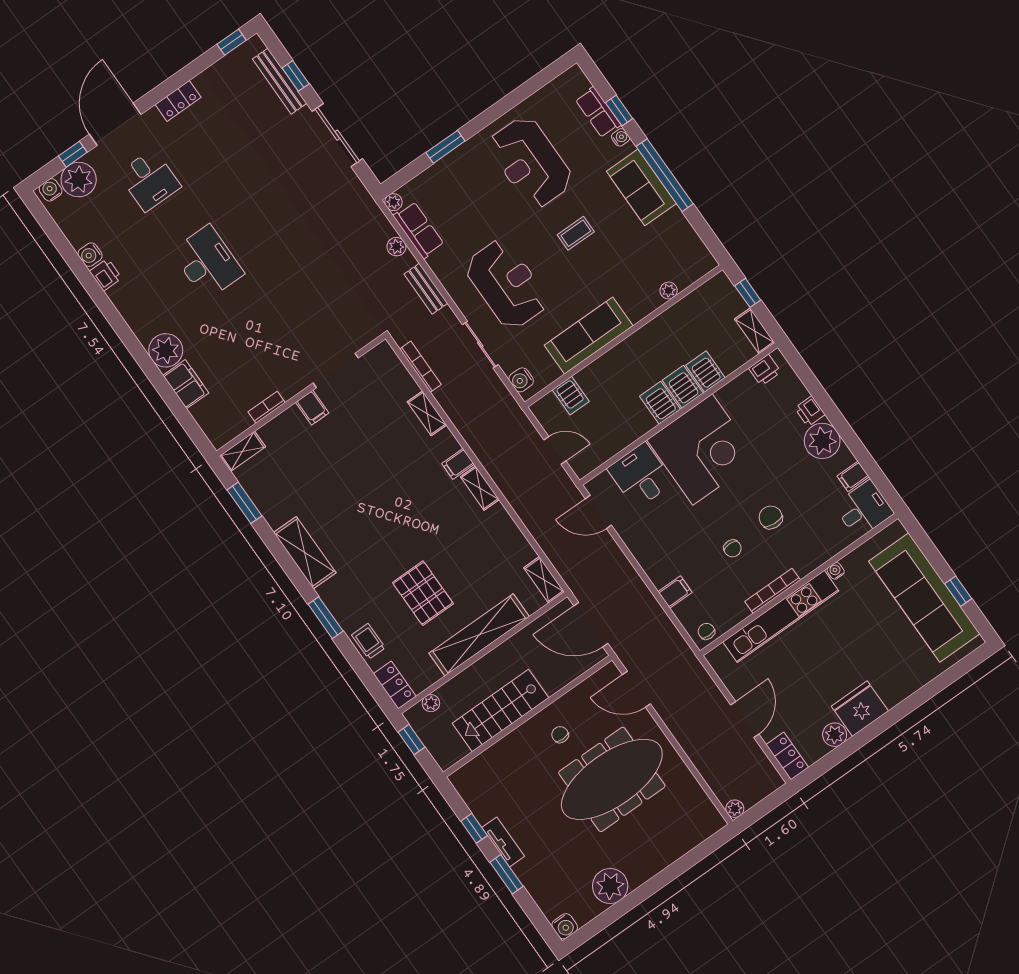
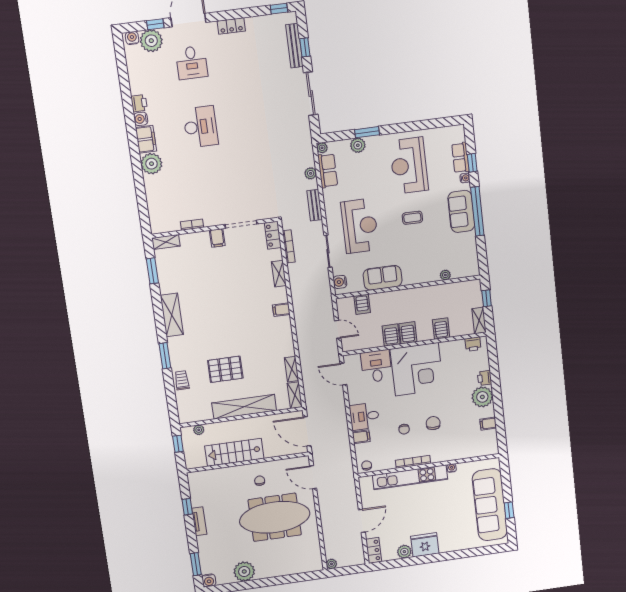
plant: (442, 172) -> (358, 145), added
water cooler: (90, 255) -> (141, 119), moved
sofa: (589, 336) -> (383, 278), width x0.73
filing cabinet: (186, 384) -> (146, 139), moved
server rack: (683, 387) -> (391, 335), moved
shelving: (480, 488) -> (292, 369), moved
desk: (864, 509) -> (364, 416), moved, turned 180
pallet: (423, 593) -> (225, 369), turned 90
locker: (395, 685) -> (273, 235), moved, turned 180
window: (506, 874) -> (196, 564), moved

